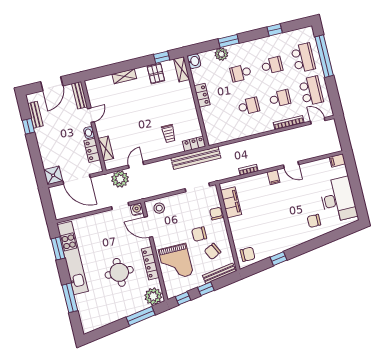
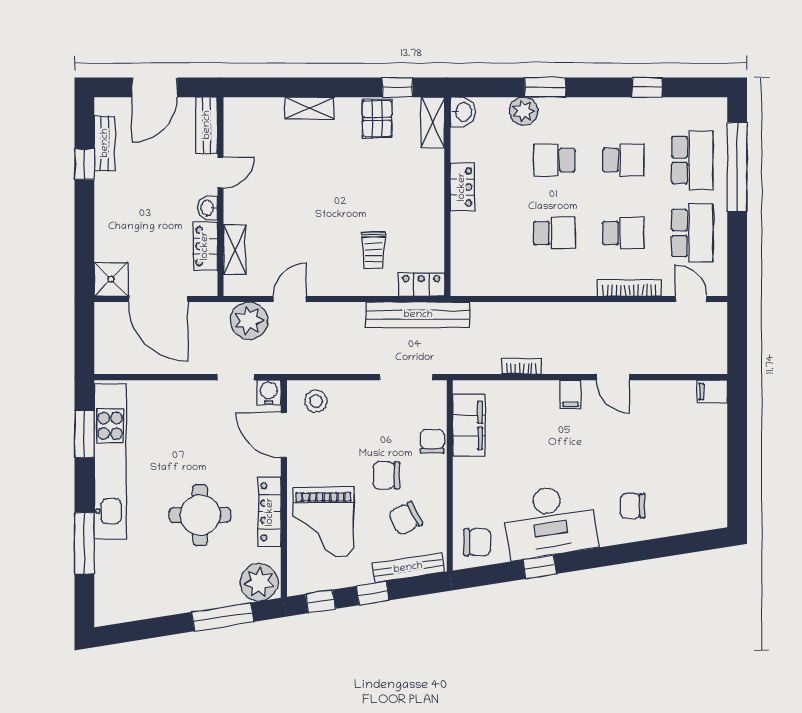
desk: (338, 200) -> (550, 521), moved, turned 81

